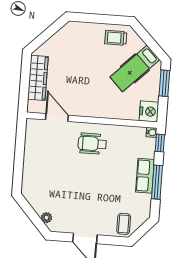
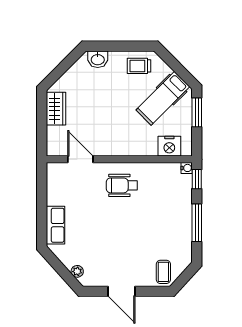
washbasin: (79, 29) -> (98, 59), added
wardrobe: (38, 78) -> (56, 109), width x0.67
nightstand: (149, 111) -> (169, 146), moved, turned 90
row of seats: (145, 176) -> (55, 225), moved, turned 180

